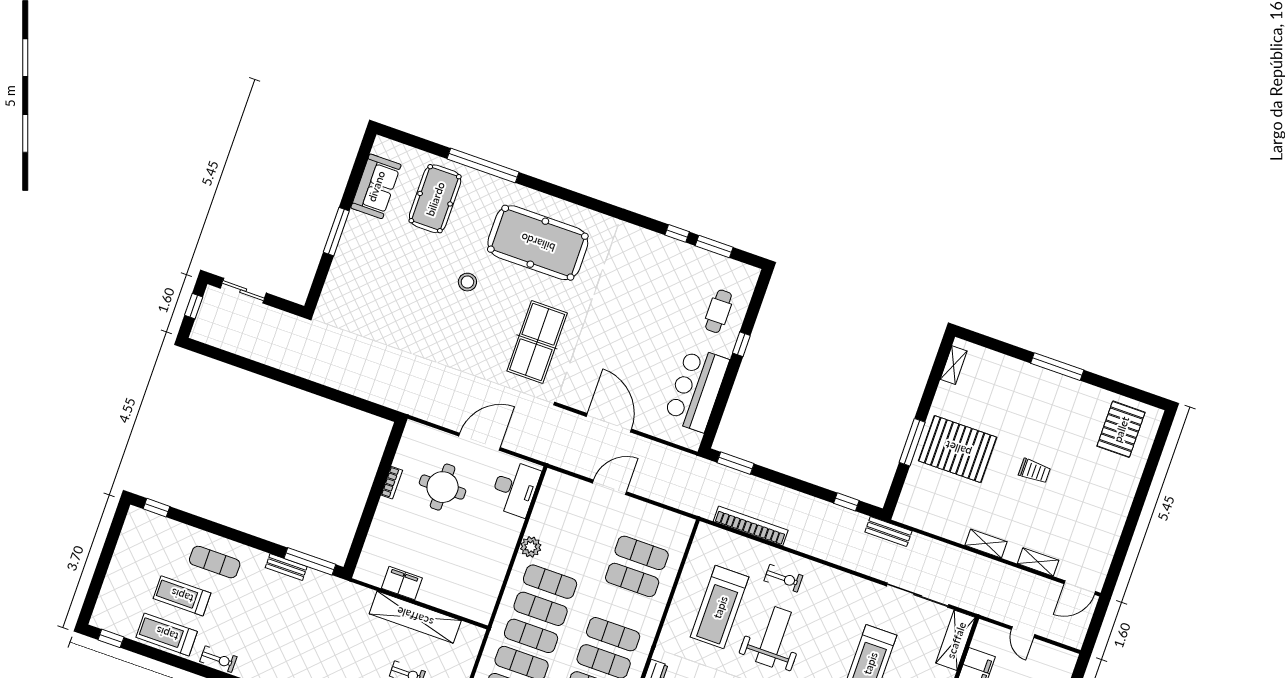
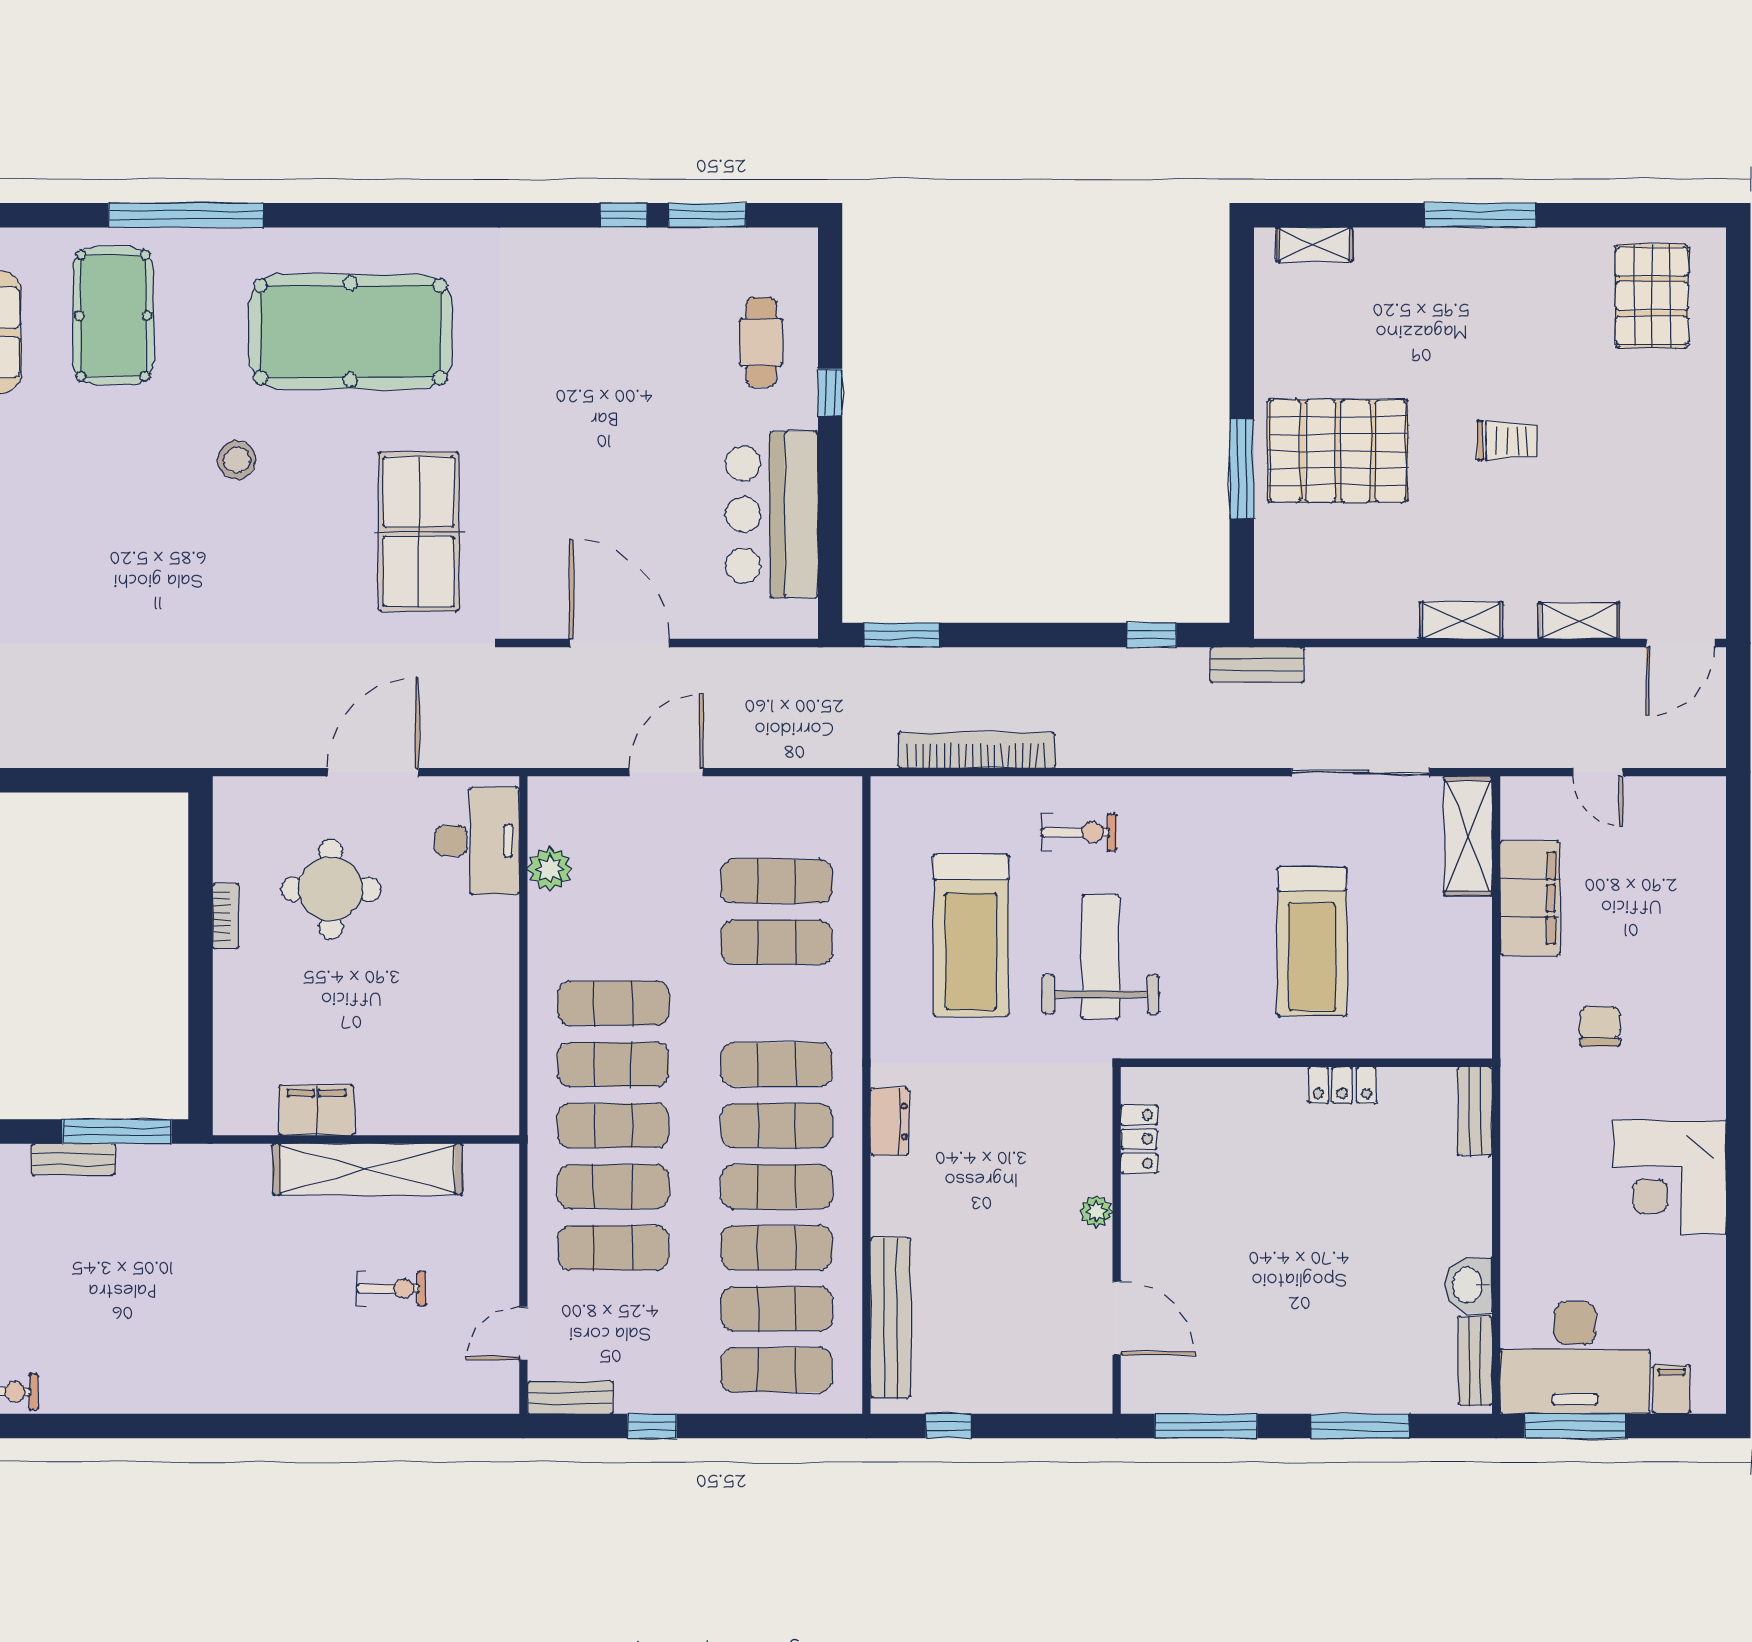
shelving: (954, 365) -> (1314, 244), moved, turned 90
plant: (531, 547) -> (550, 869), moved

